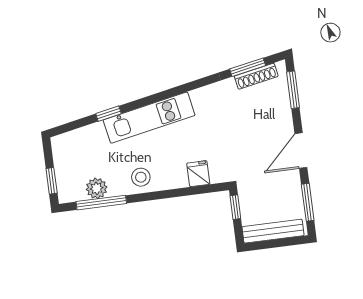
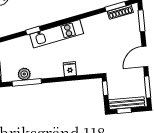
fridge: (198, 174) -> (70, 69), moved
stool: (141, 177) -> (50, 68), removed
window: (269, 244) -> (124, 111), added

